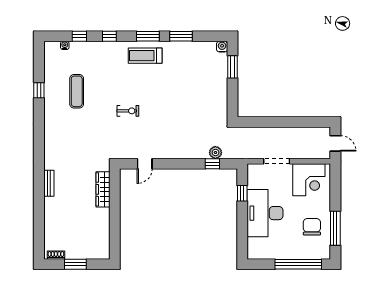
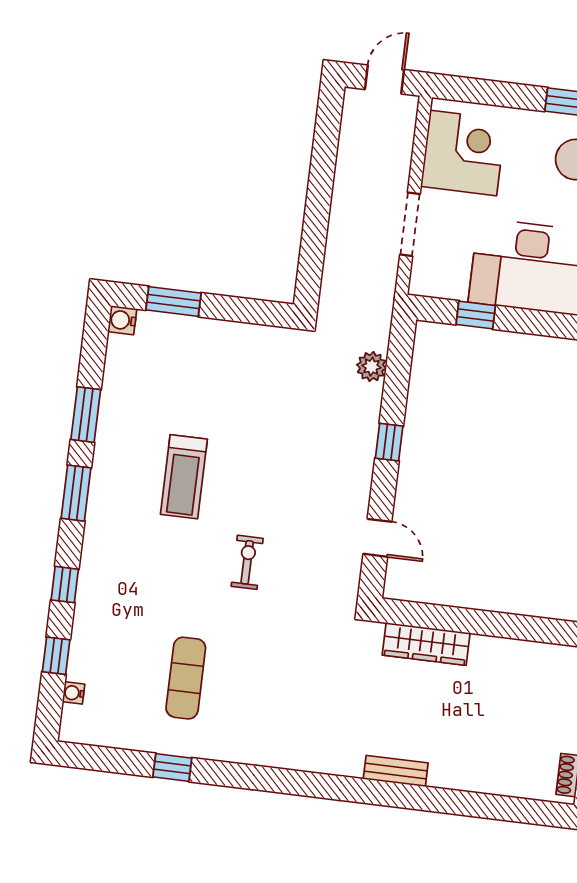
treadmill: (145, 56) -> (184, 477), moved
exercise mat: (77, 91) -> (186, 678), turned 90
window: (212, 164) -> (389, 442), moved

